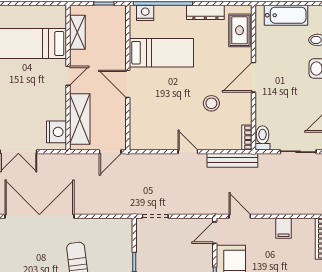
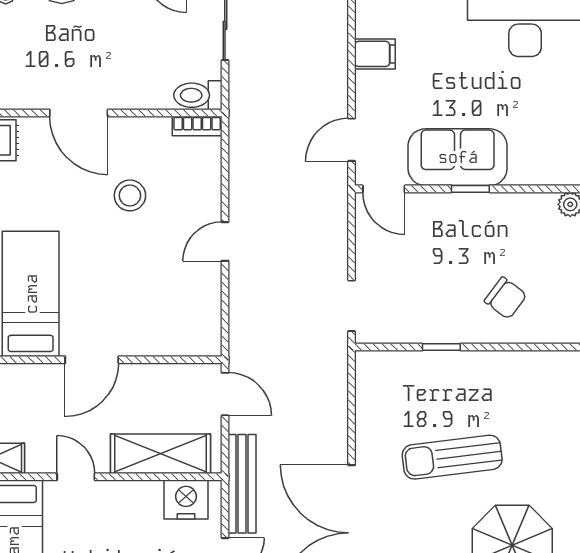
bench: (232, 160) -> (242, 484), moved

